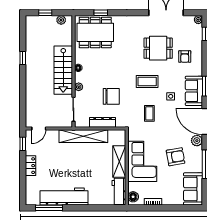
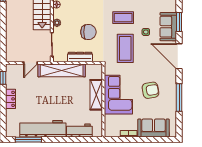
coffee table: (149, 113) -> (125, 48), width x1.86, depth x1.72
door: (39, 128) -> (31, 63), moved
plant: (197, 141) -> (171, 75), removed
sofa: (193, 189) -> (154, 128), moved, turned 90
workbench: (119, 191) -> (79, 131), moved, turned 90
floor lamp: (133, 197) -> (110, 129), removed

